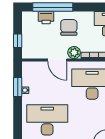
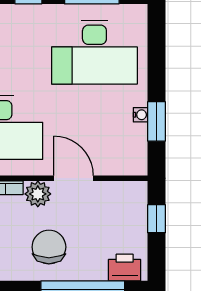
printer: (46, 18) -> (125, 267), moved
chair: (69, 27) -> (49, 247), turned 180

